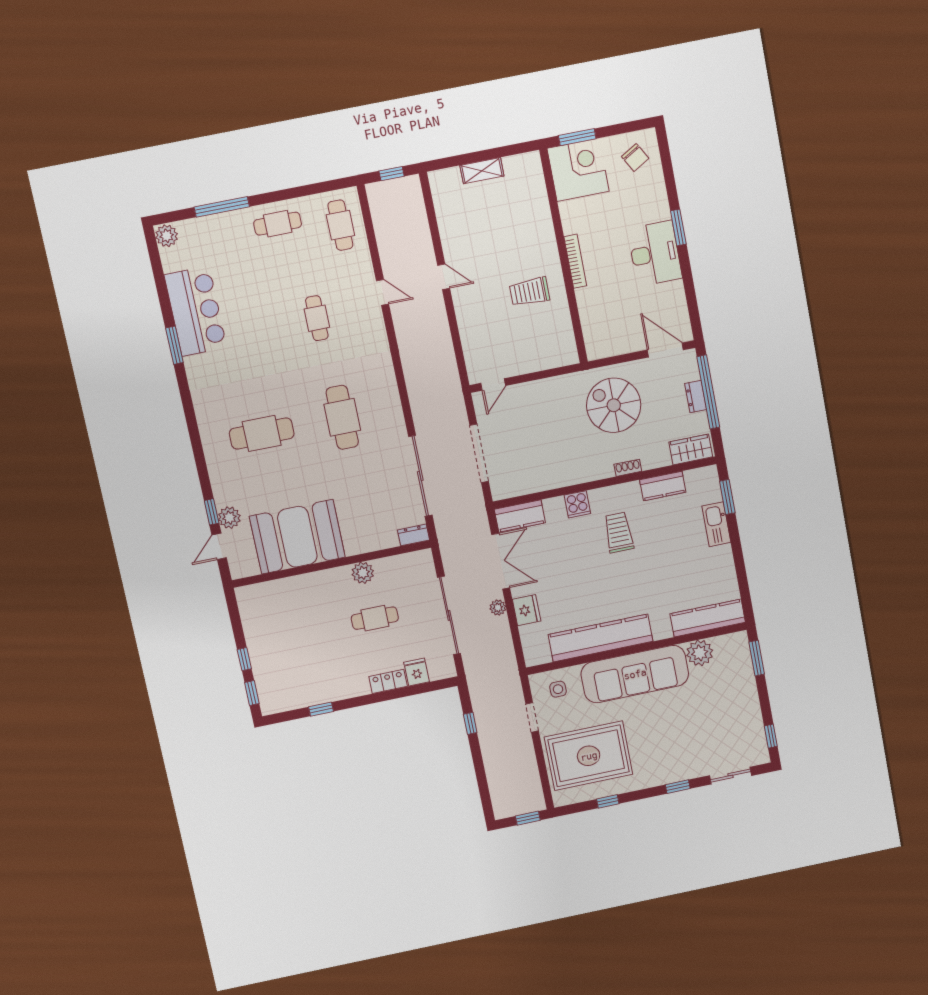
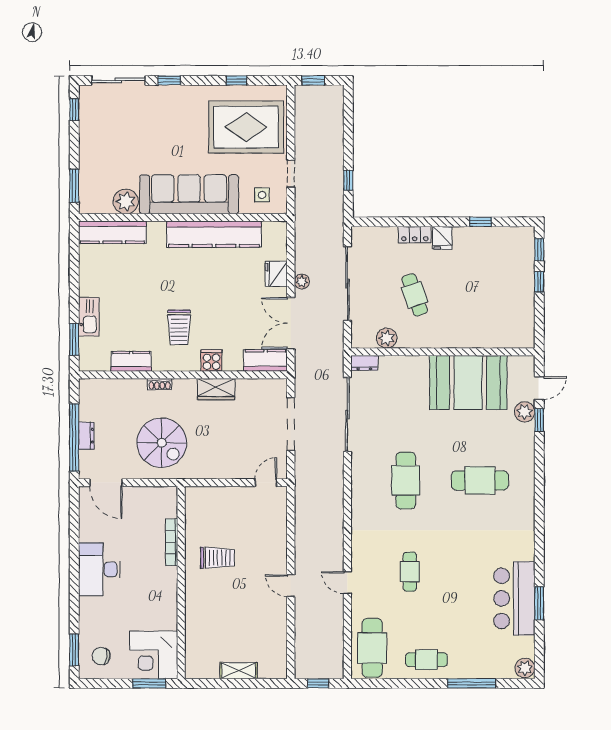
chair: (635, 157) -> (101, 656), turned -54
cafe table: (340, 225) -> (372, 648), width x1.37, depth x1.35
window: (678, 227) -> (74, 650), moved
bookcase: (575, 261) -> (172, 542), moved
window: (174, 345) -> (539, 603), moved
wardrobe: (691, 449) -> (216, 389), moved
plant: (363, 573) -> (387, 338), moved
cafe table: (375, 618) -> (415, 295), turned 71
fridge: (417, 672) -> (442, 238), moved
sliding door: (731, 776) -> (118, 80), width x1.37

